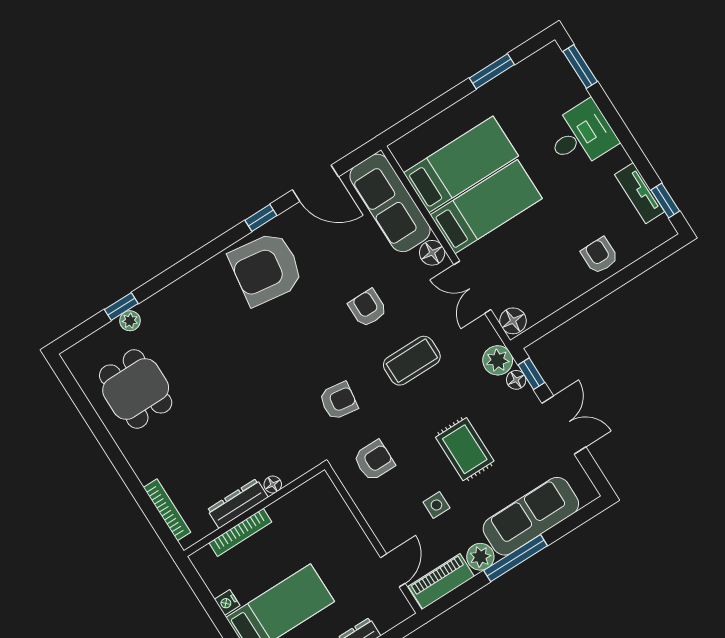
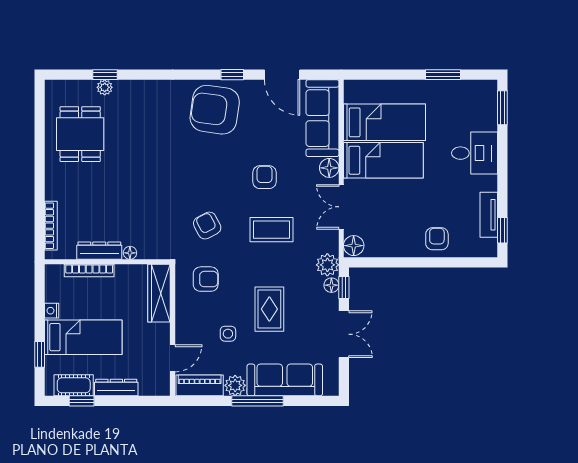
armchair: (338, 401) -> (207, 226), turned -126
wardrobe: (333, 509) -> (159, 293), added

